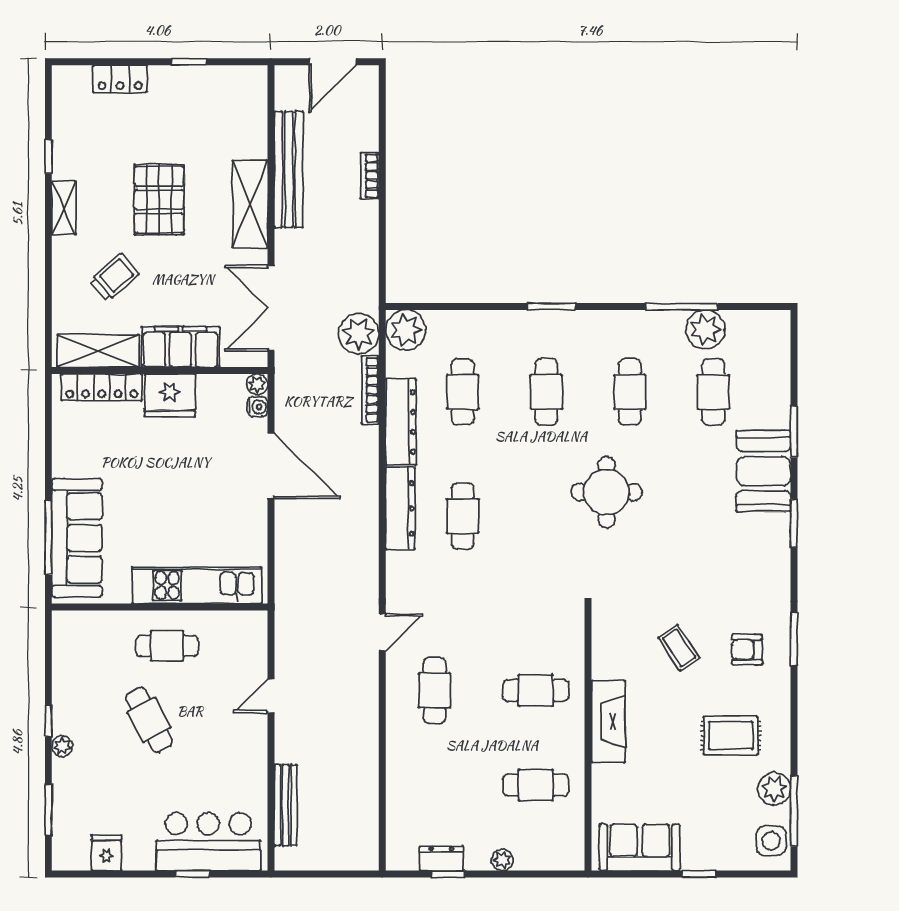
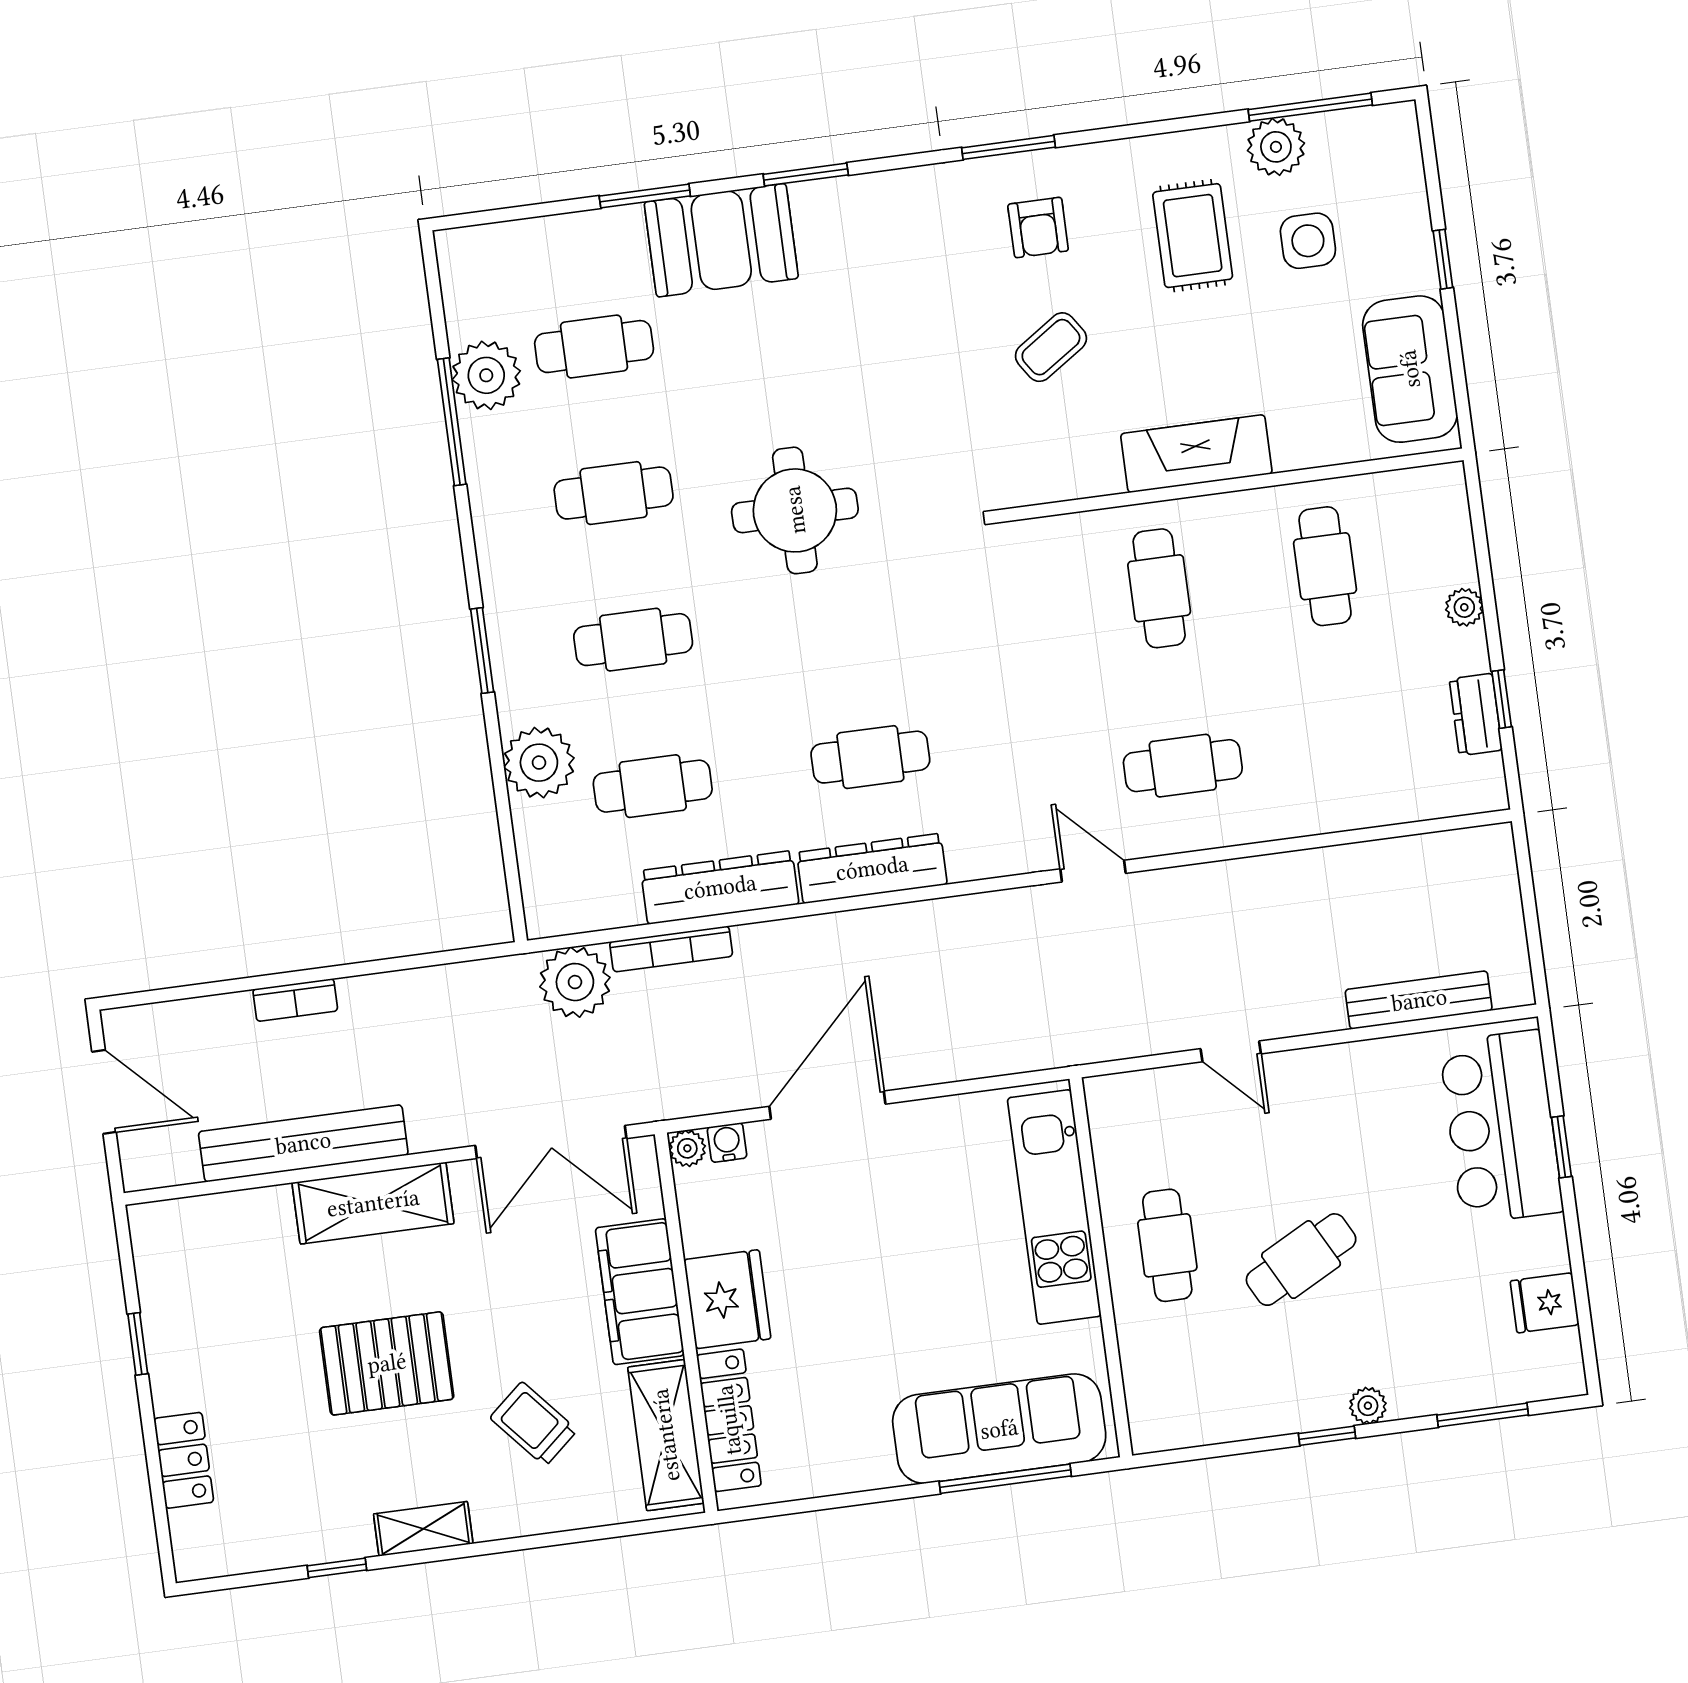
plant: (406, 330) -> (539, 763), moved
side table: (771, 841) -> (1308, 241), moved

